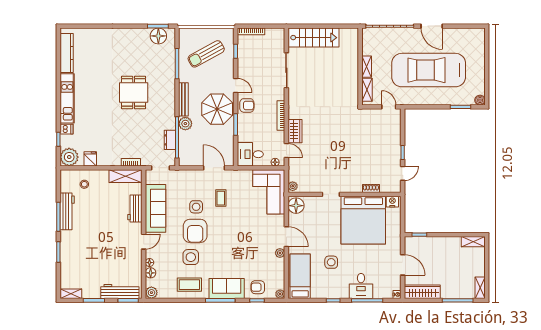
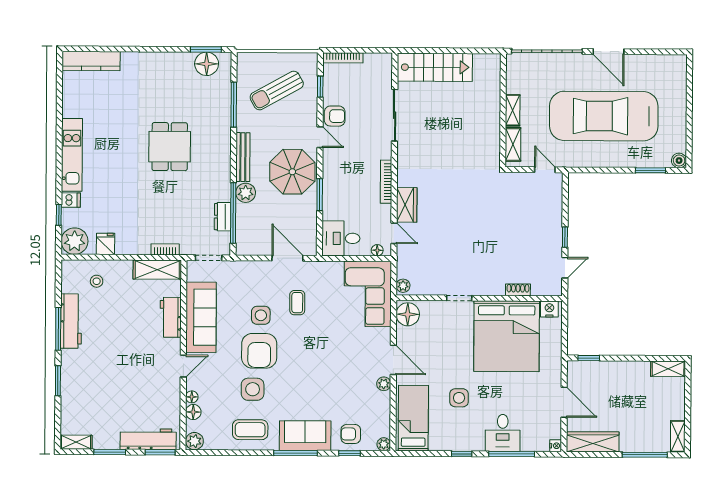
kitchen counter: (67, 53) -> (91, 61), moved, turned 90
armchair: (247, 105) -> (335, 116), moved

